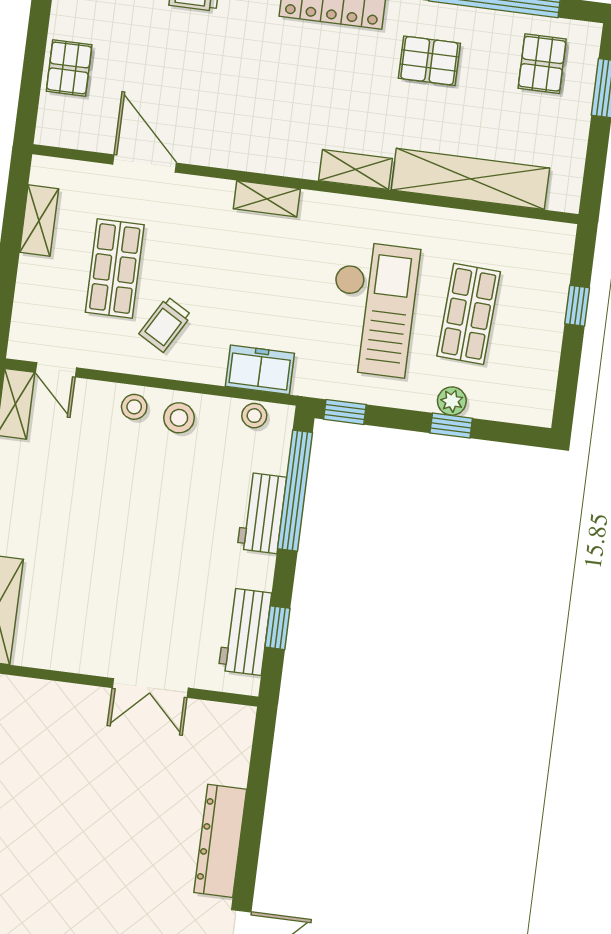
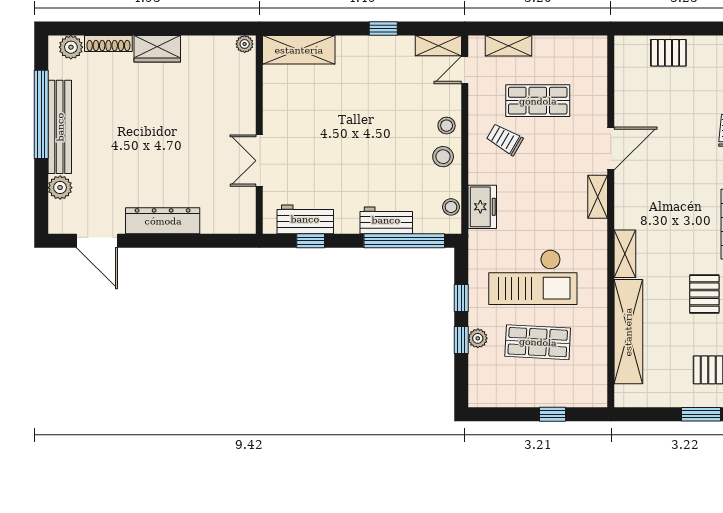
door: (145, 164) -> (611, 148), moved
shelving: (39, 221) -> (508, 46), moved
window: (345, 412) -> (461, 298), moved

